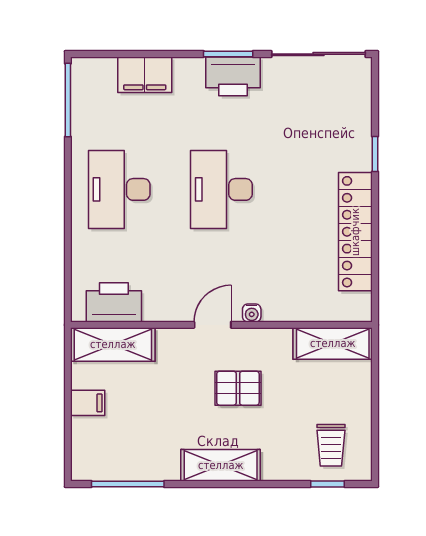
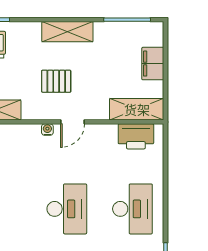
filing cabinet: (88, 403) -> (153, 64), width x2.00

